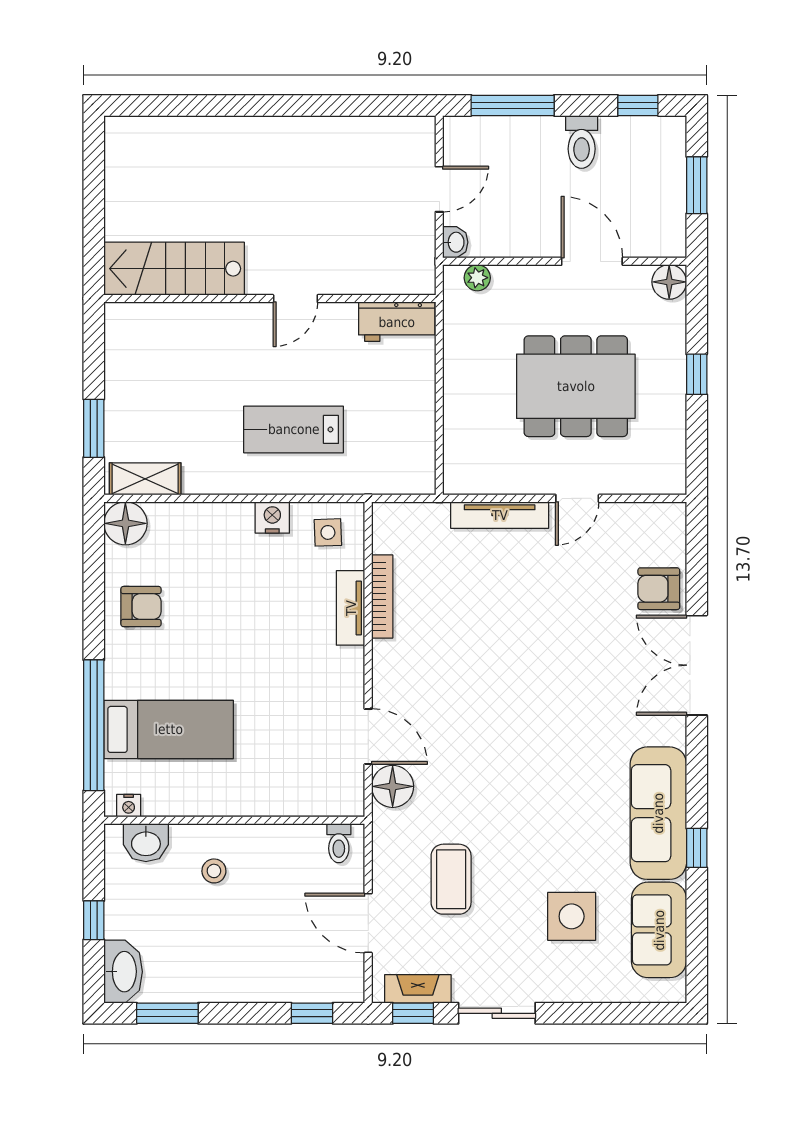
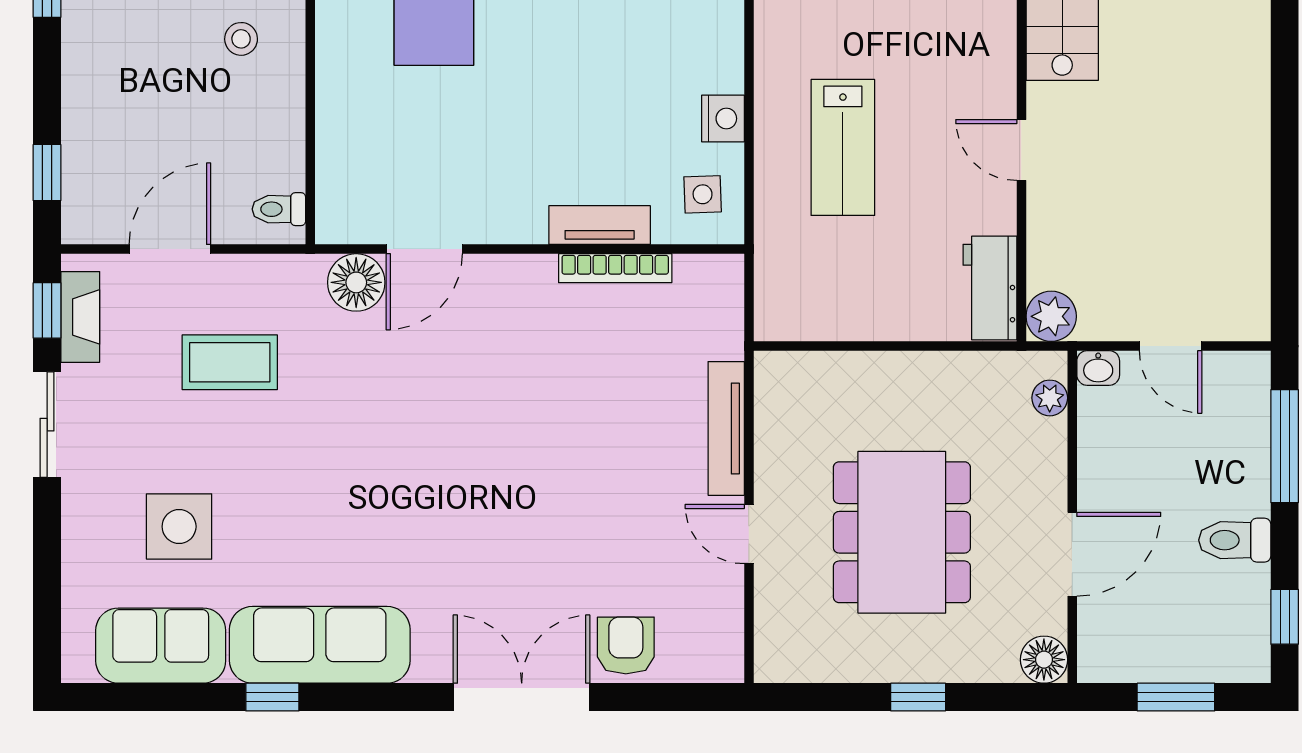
plant: (417, 277) -> (1051, 316), added
lab bench: (294, 429) -> (843, 147), turned 180

